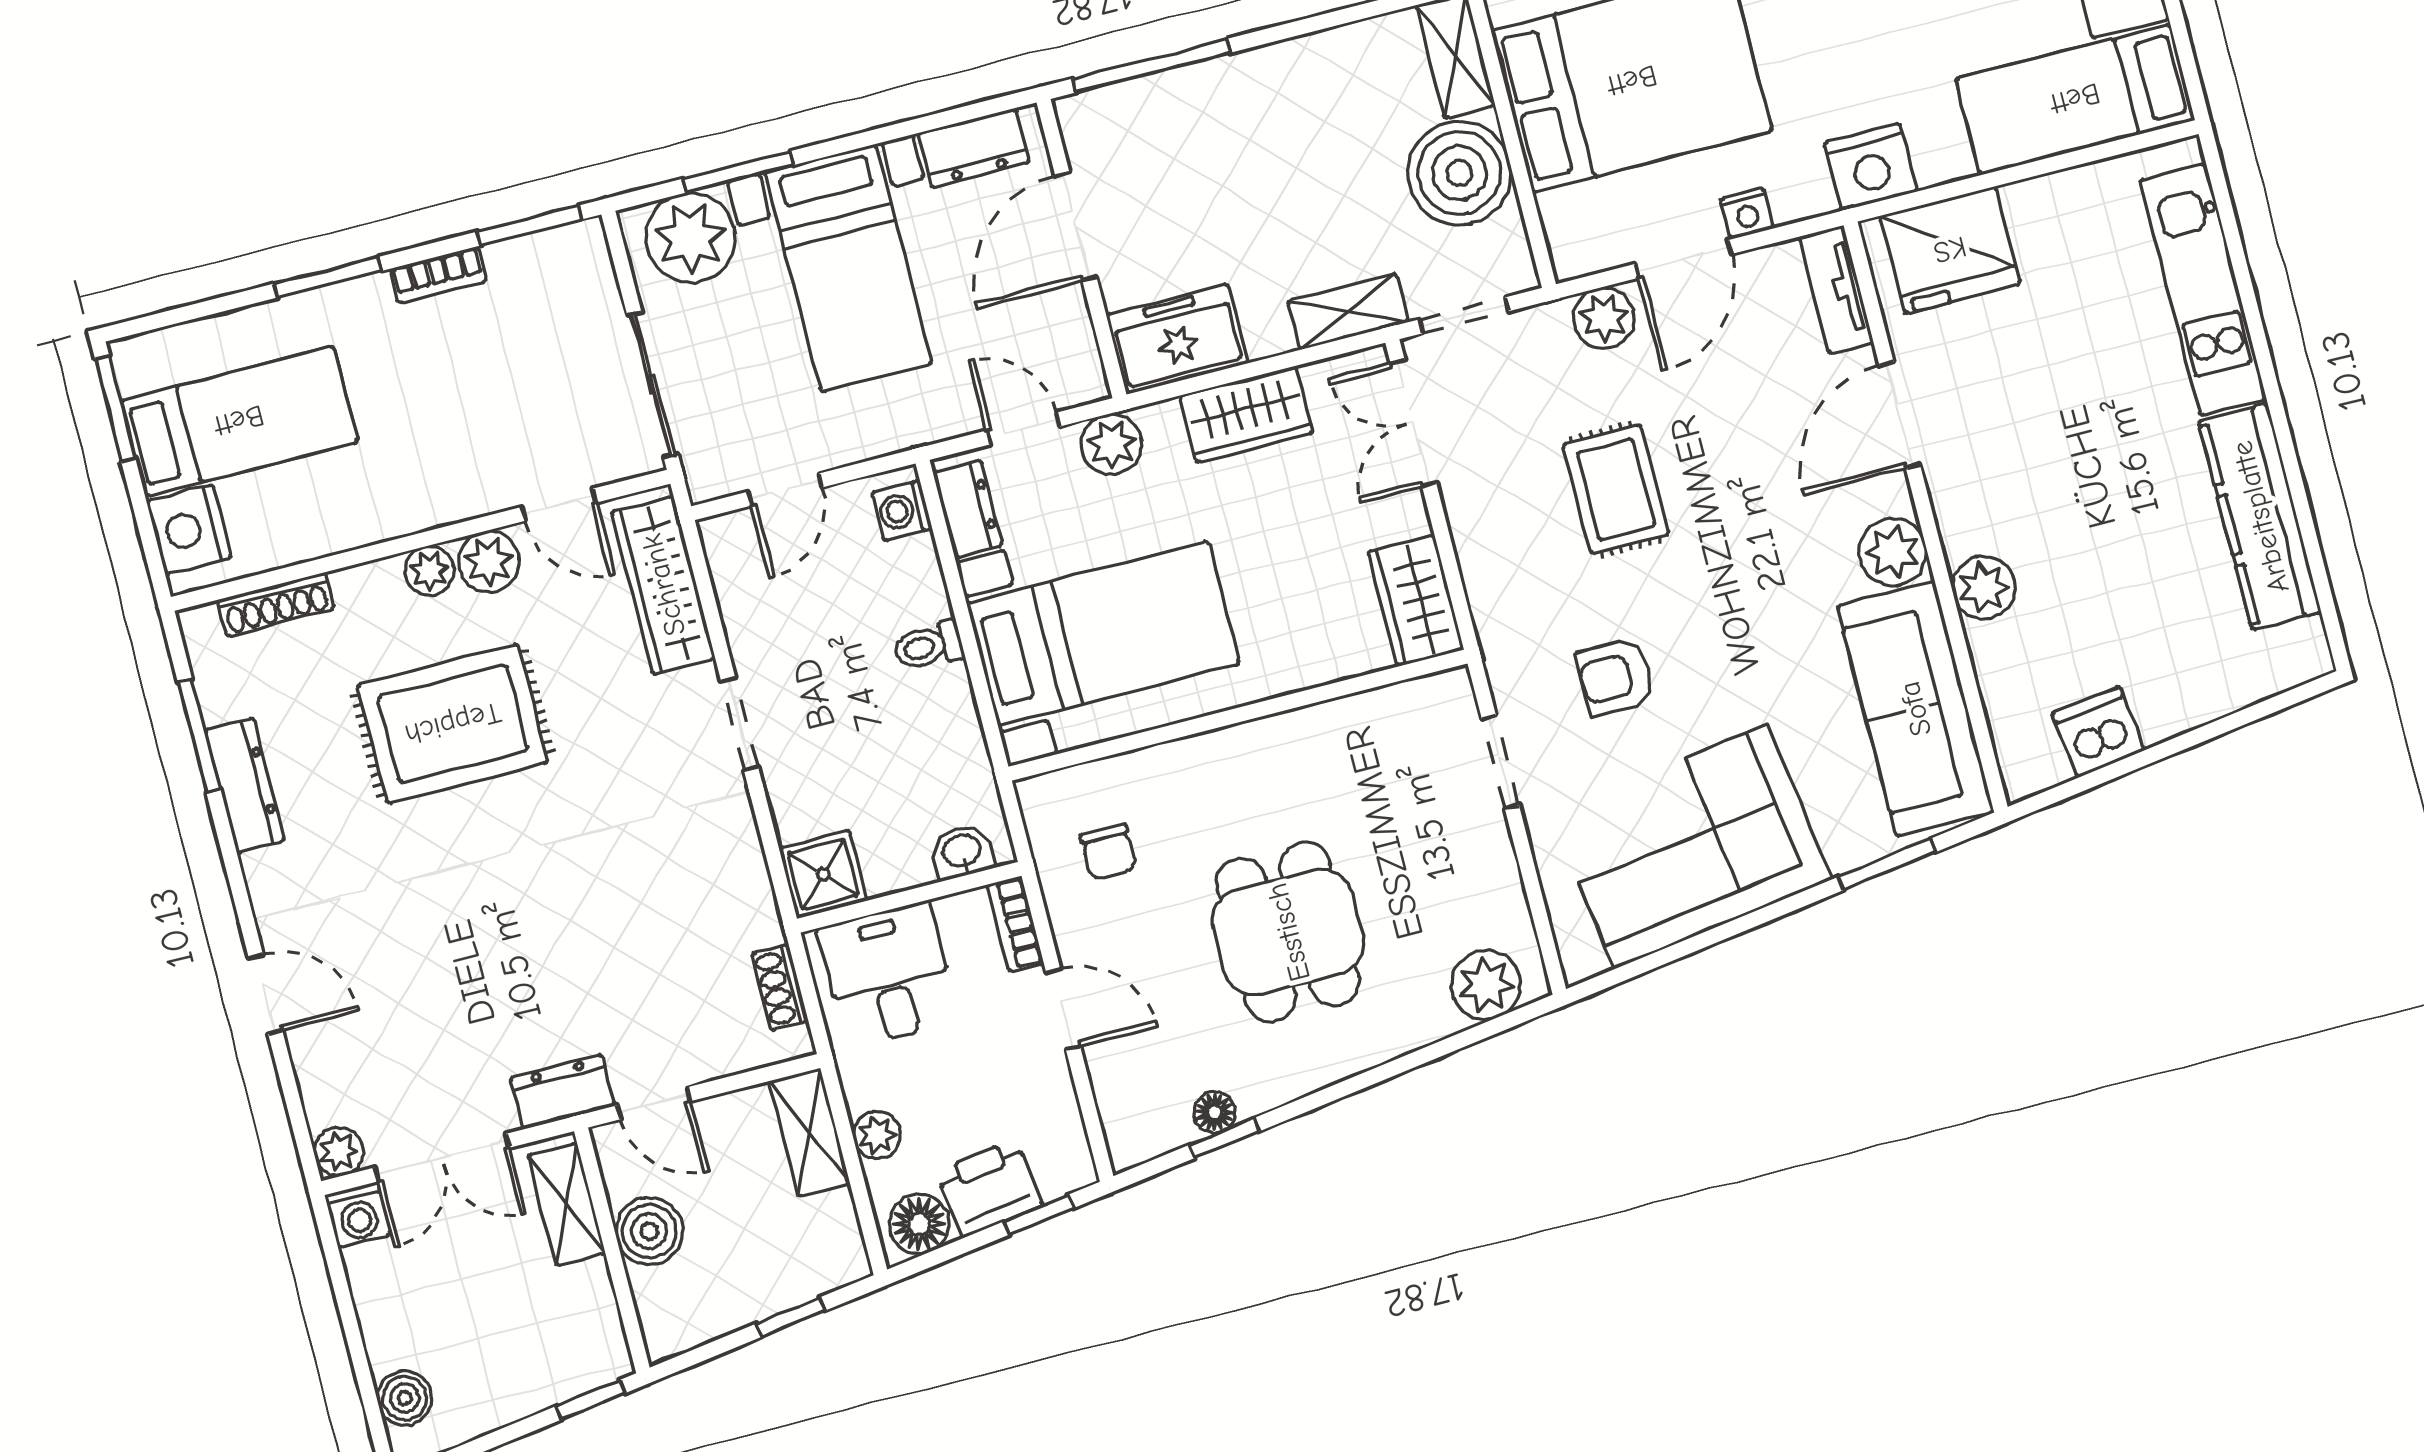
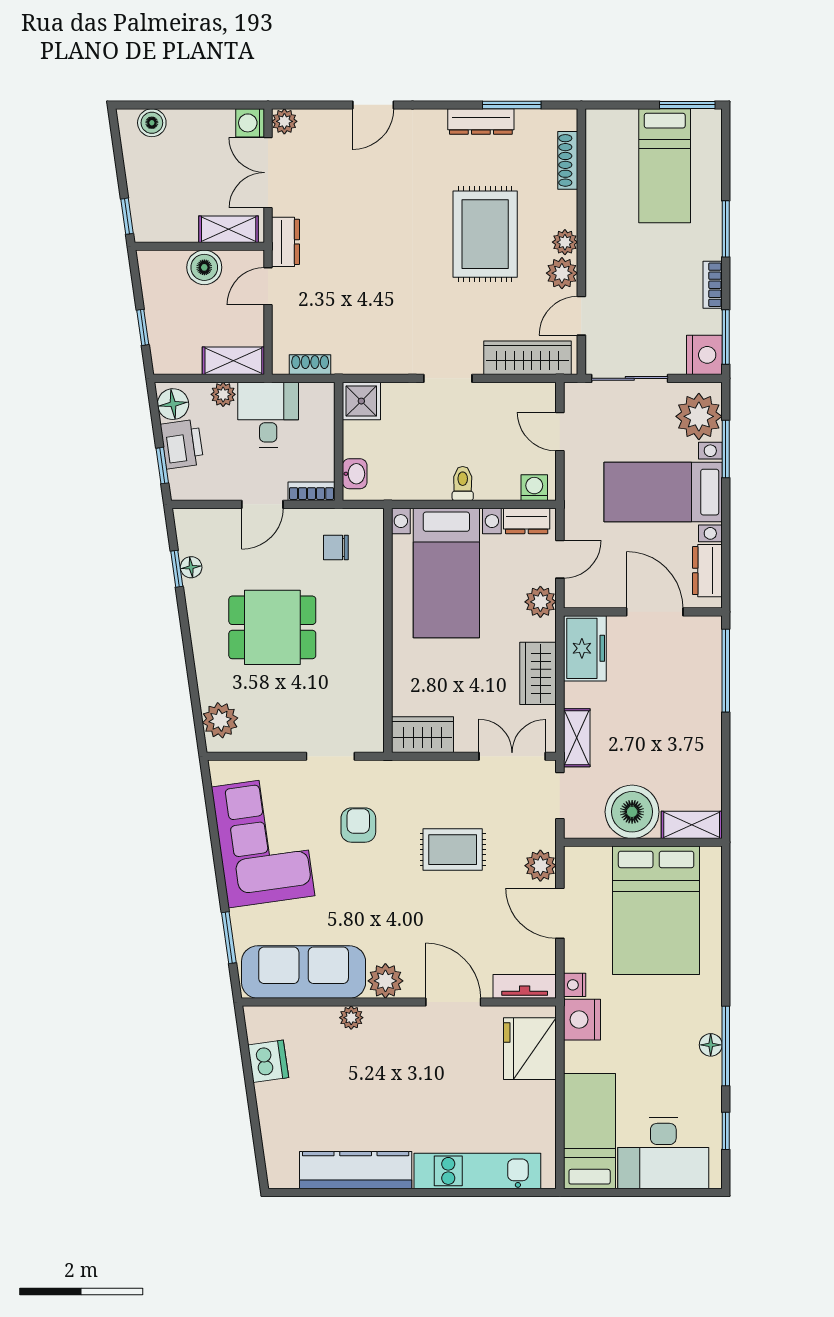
nightstand: (1747, 213) -> (575, 985), moved
nightstand: (189, 530) -> (704, 355), moved, turned 90
plant: (1984, 588) -> (351, 1018), width x0.73, depth x0.73
desk: (888, 975) -> (268, 415), moved, turned -90

